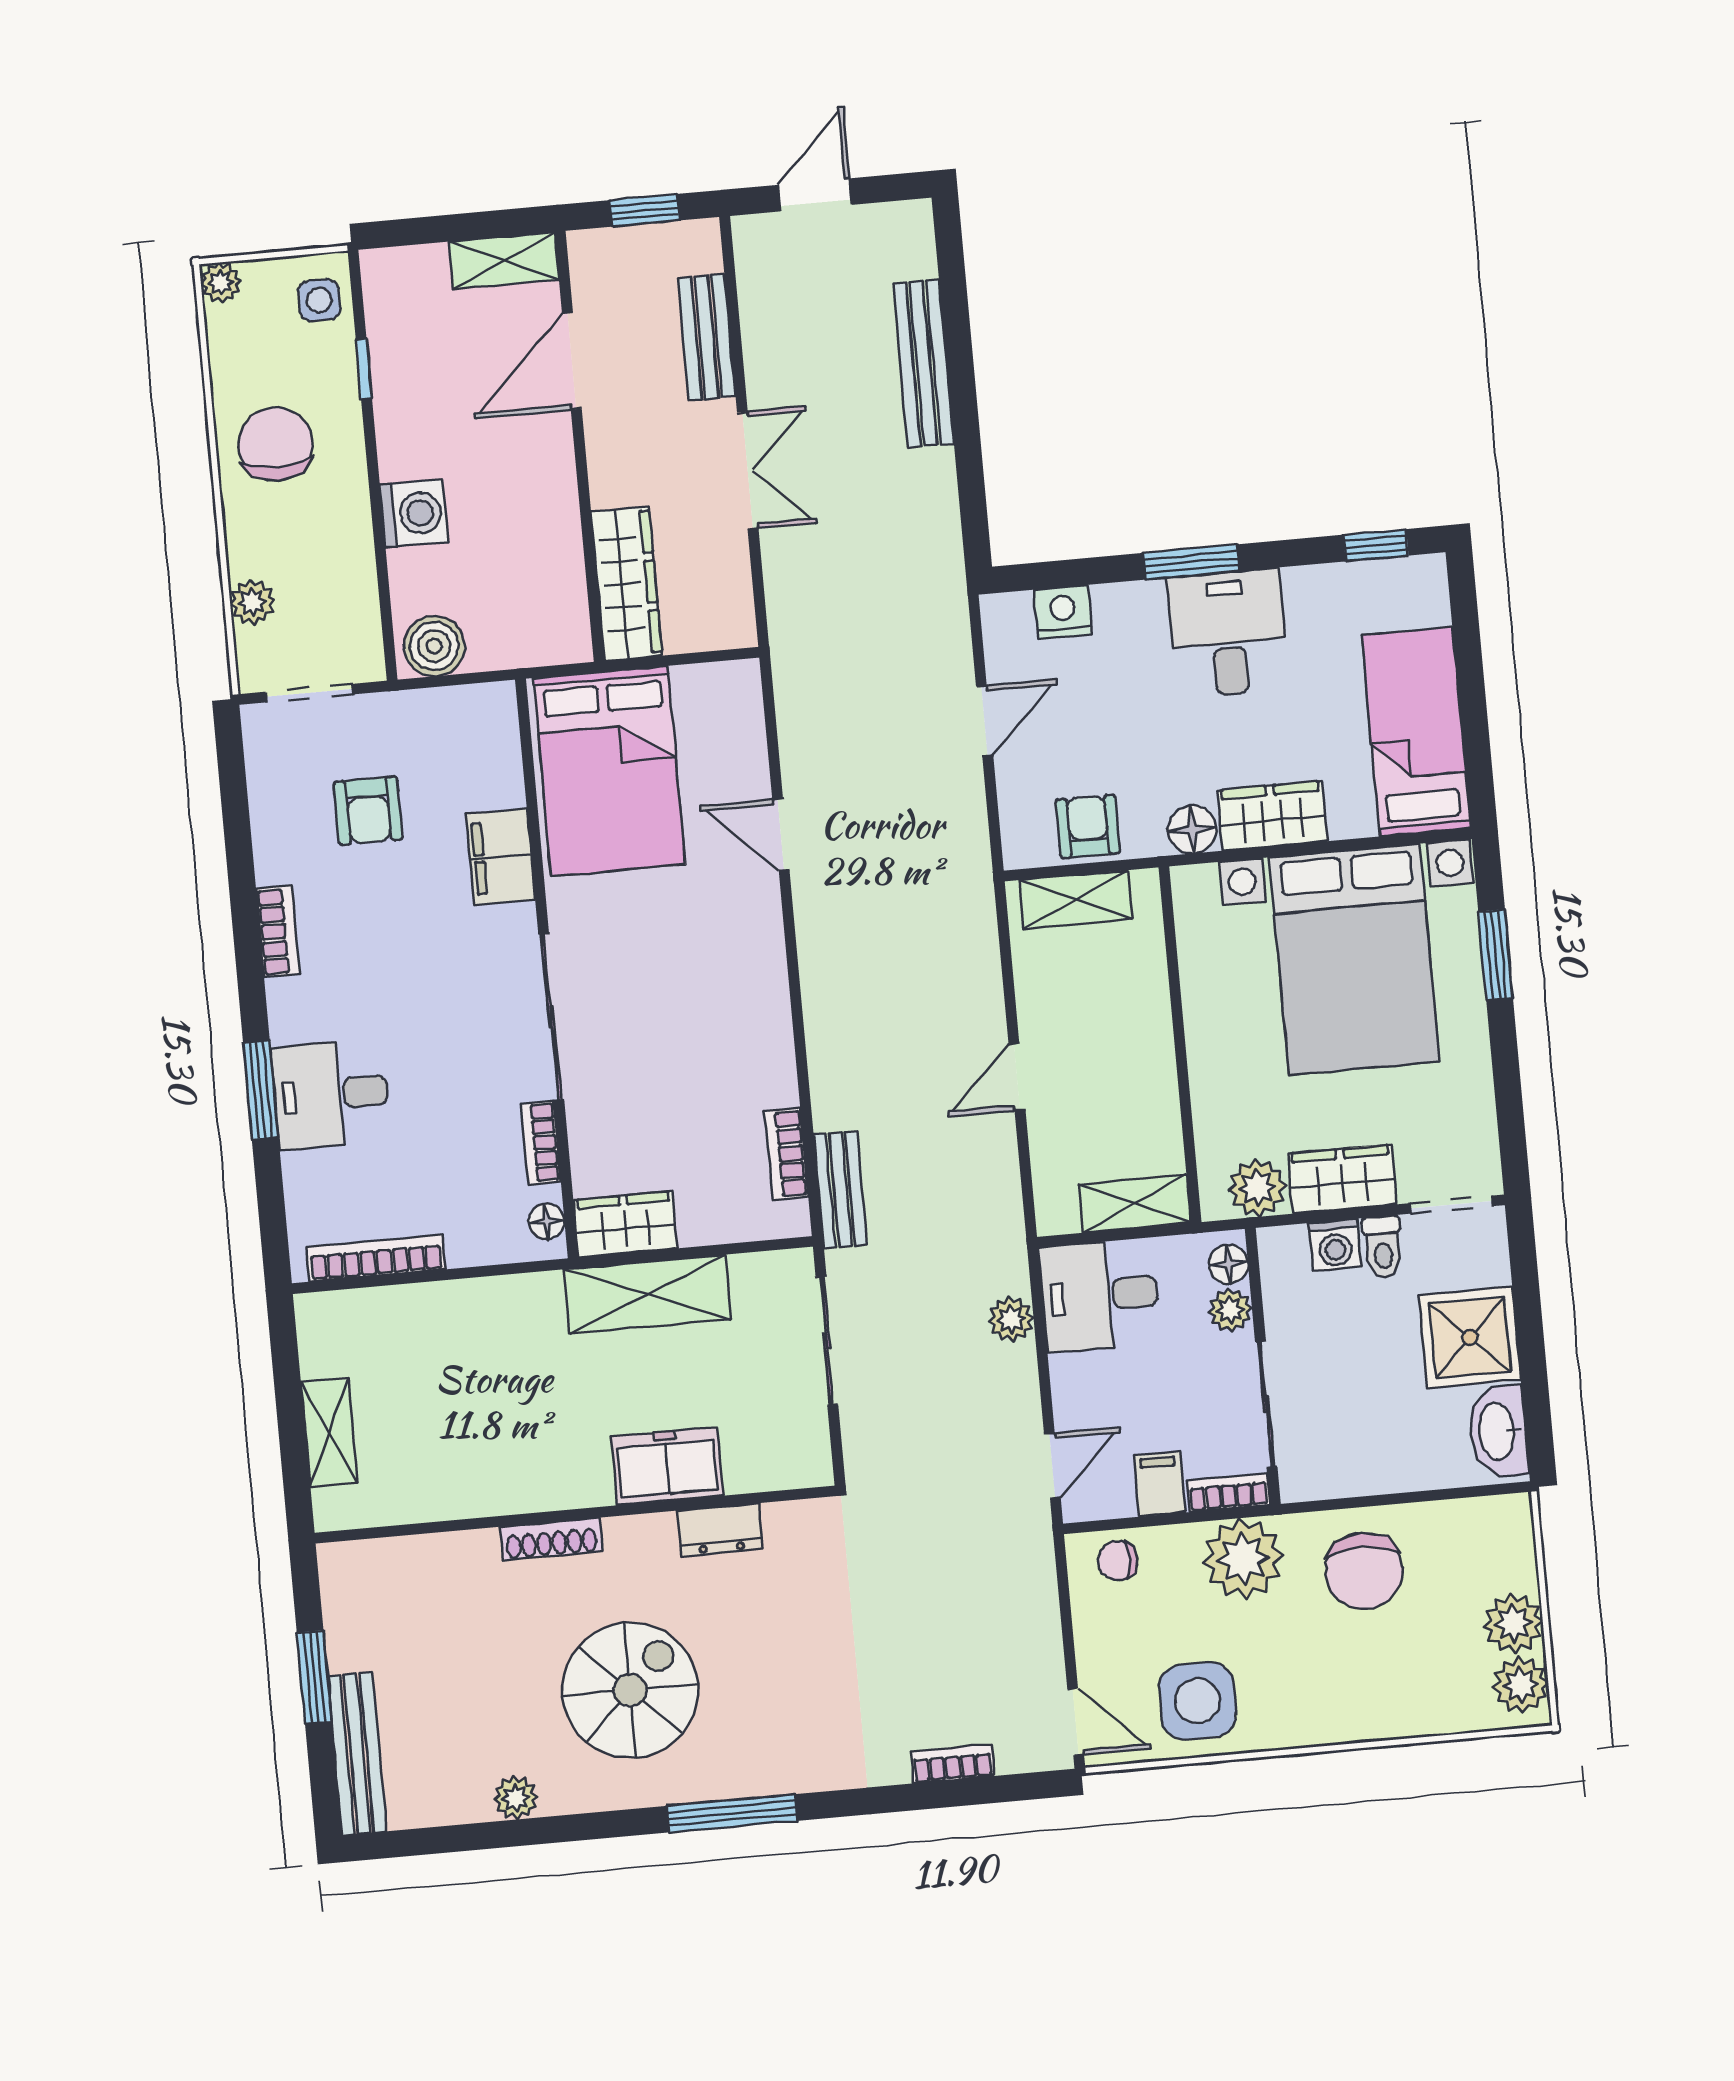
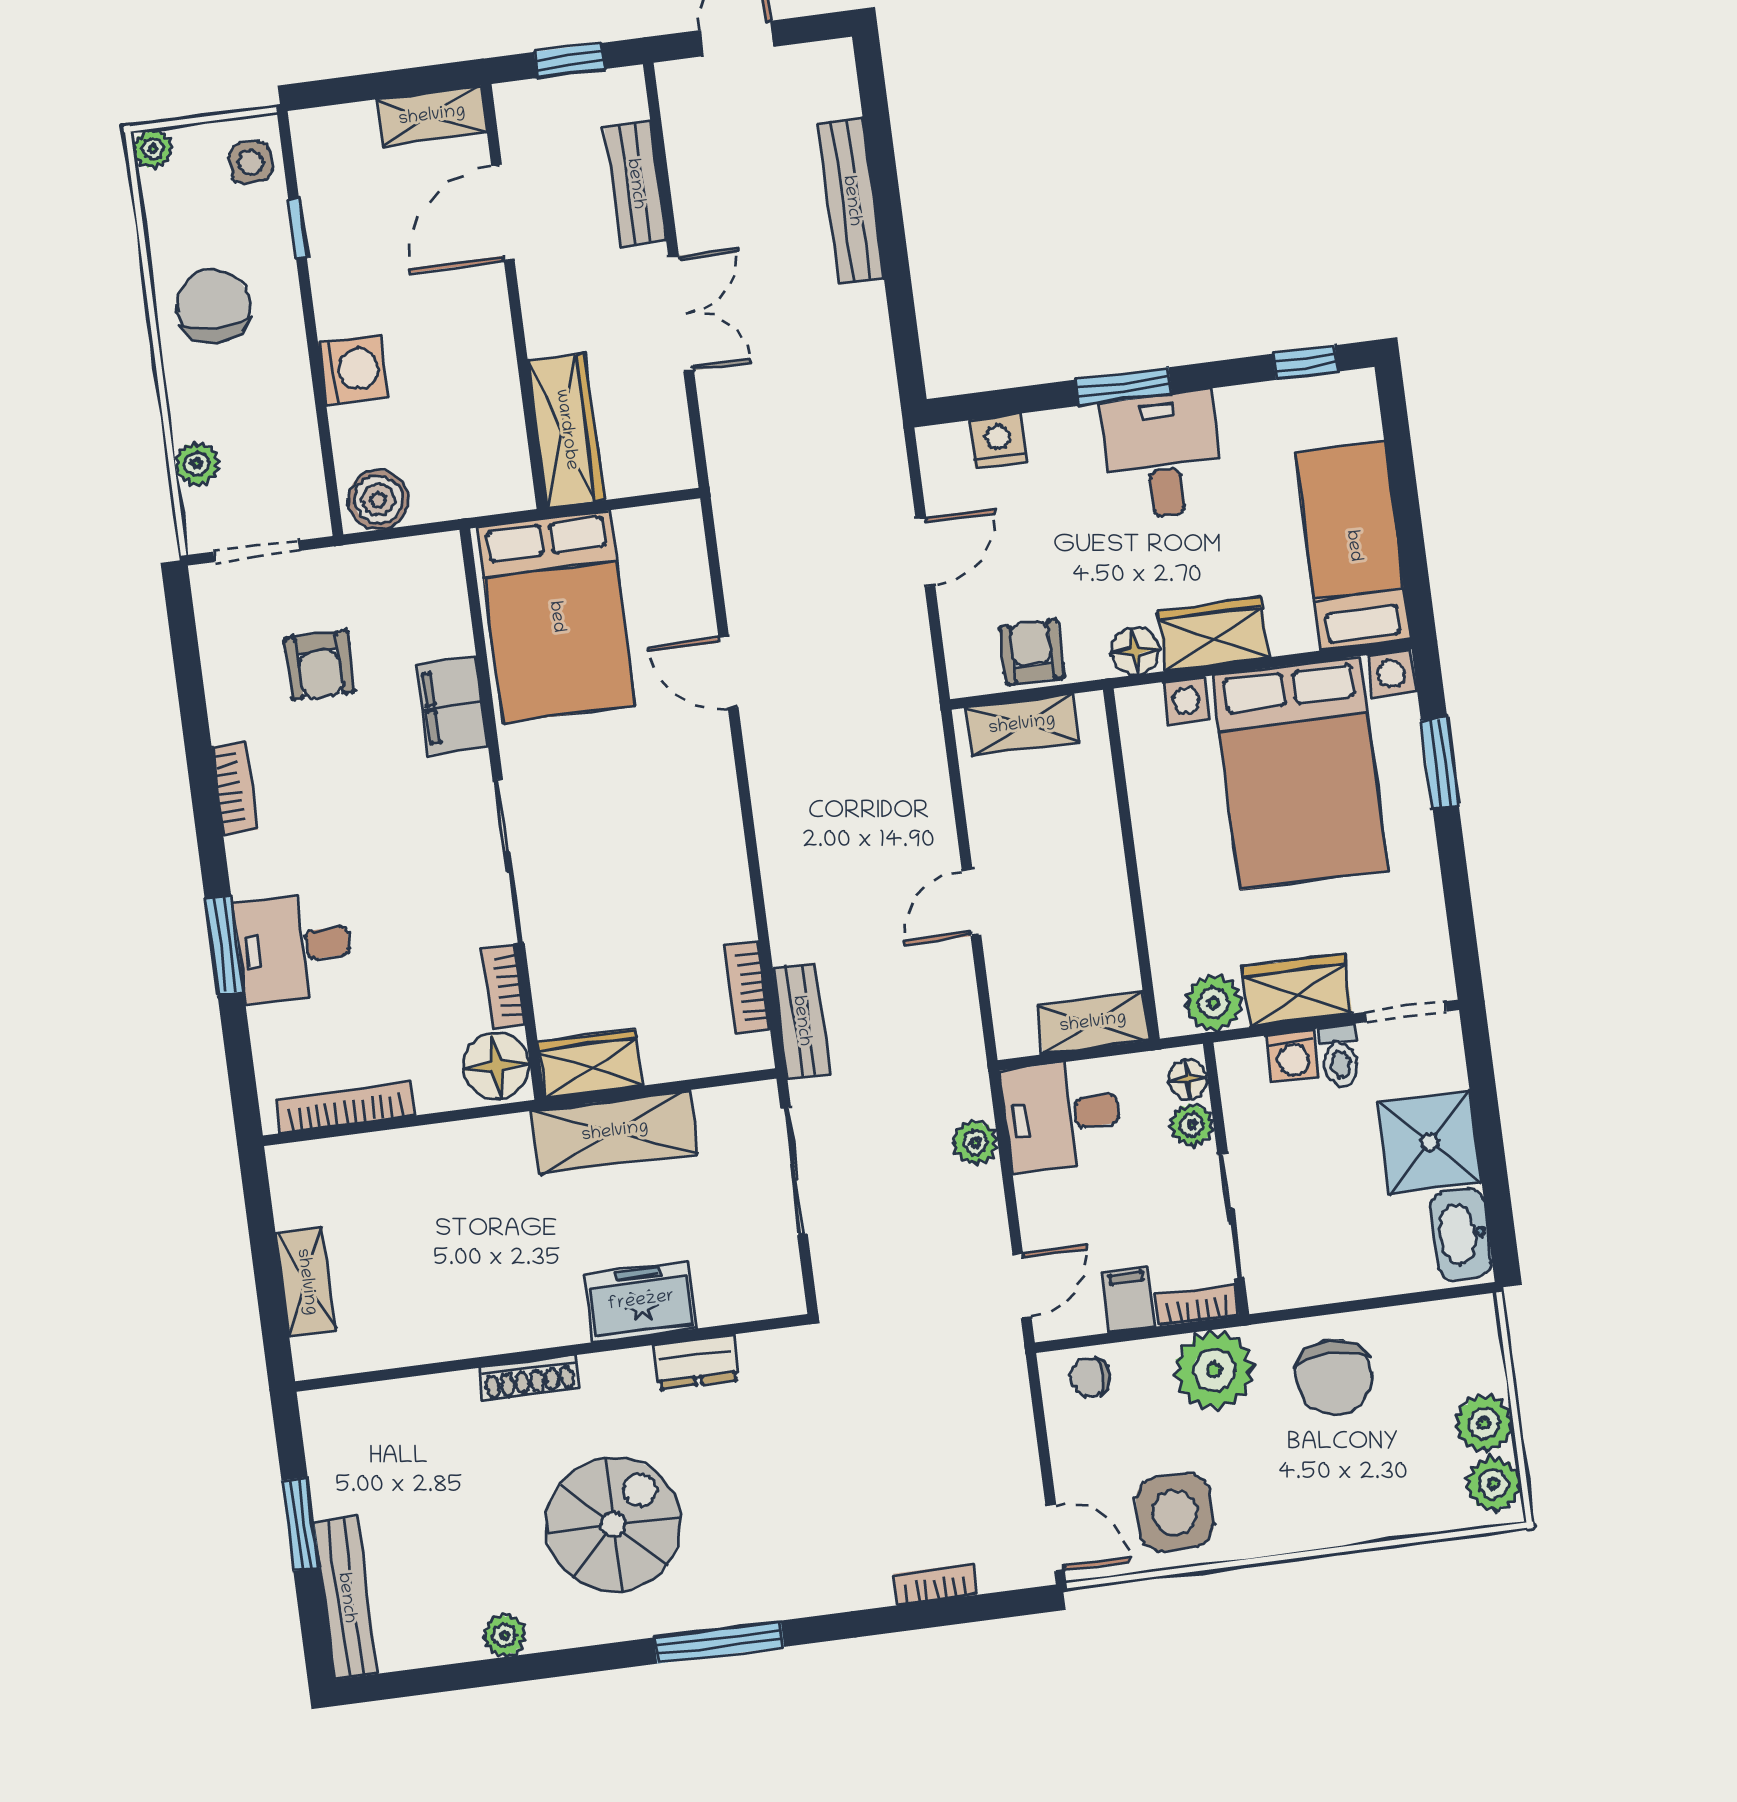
floor lamp: (547, 1221) -> (497, 1066), width x1.89, depth x1.89

